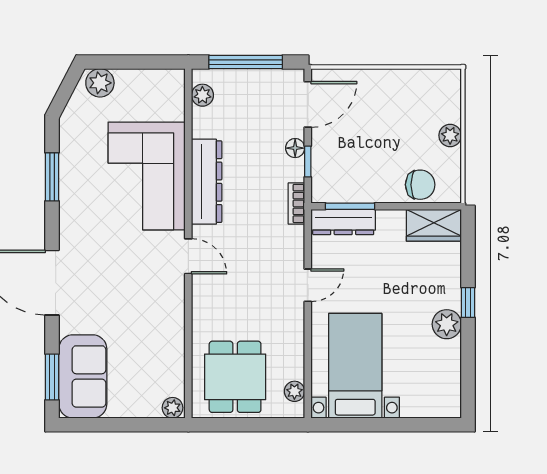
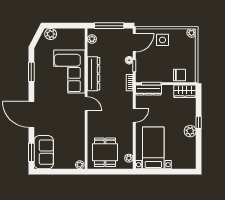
side table: (378, 98) -> (162, 40), added
plant: (450, 135) -> (191, 33), moved

